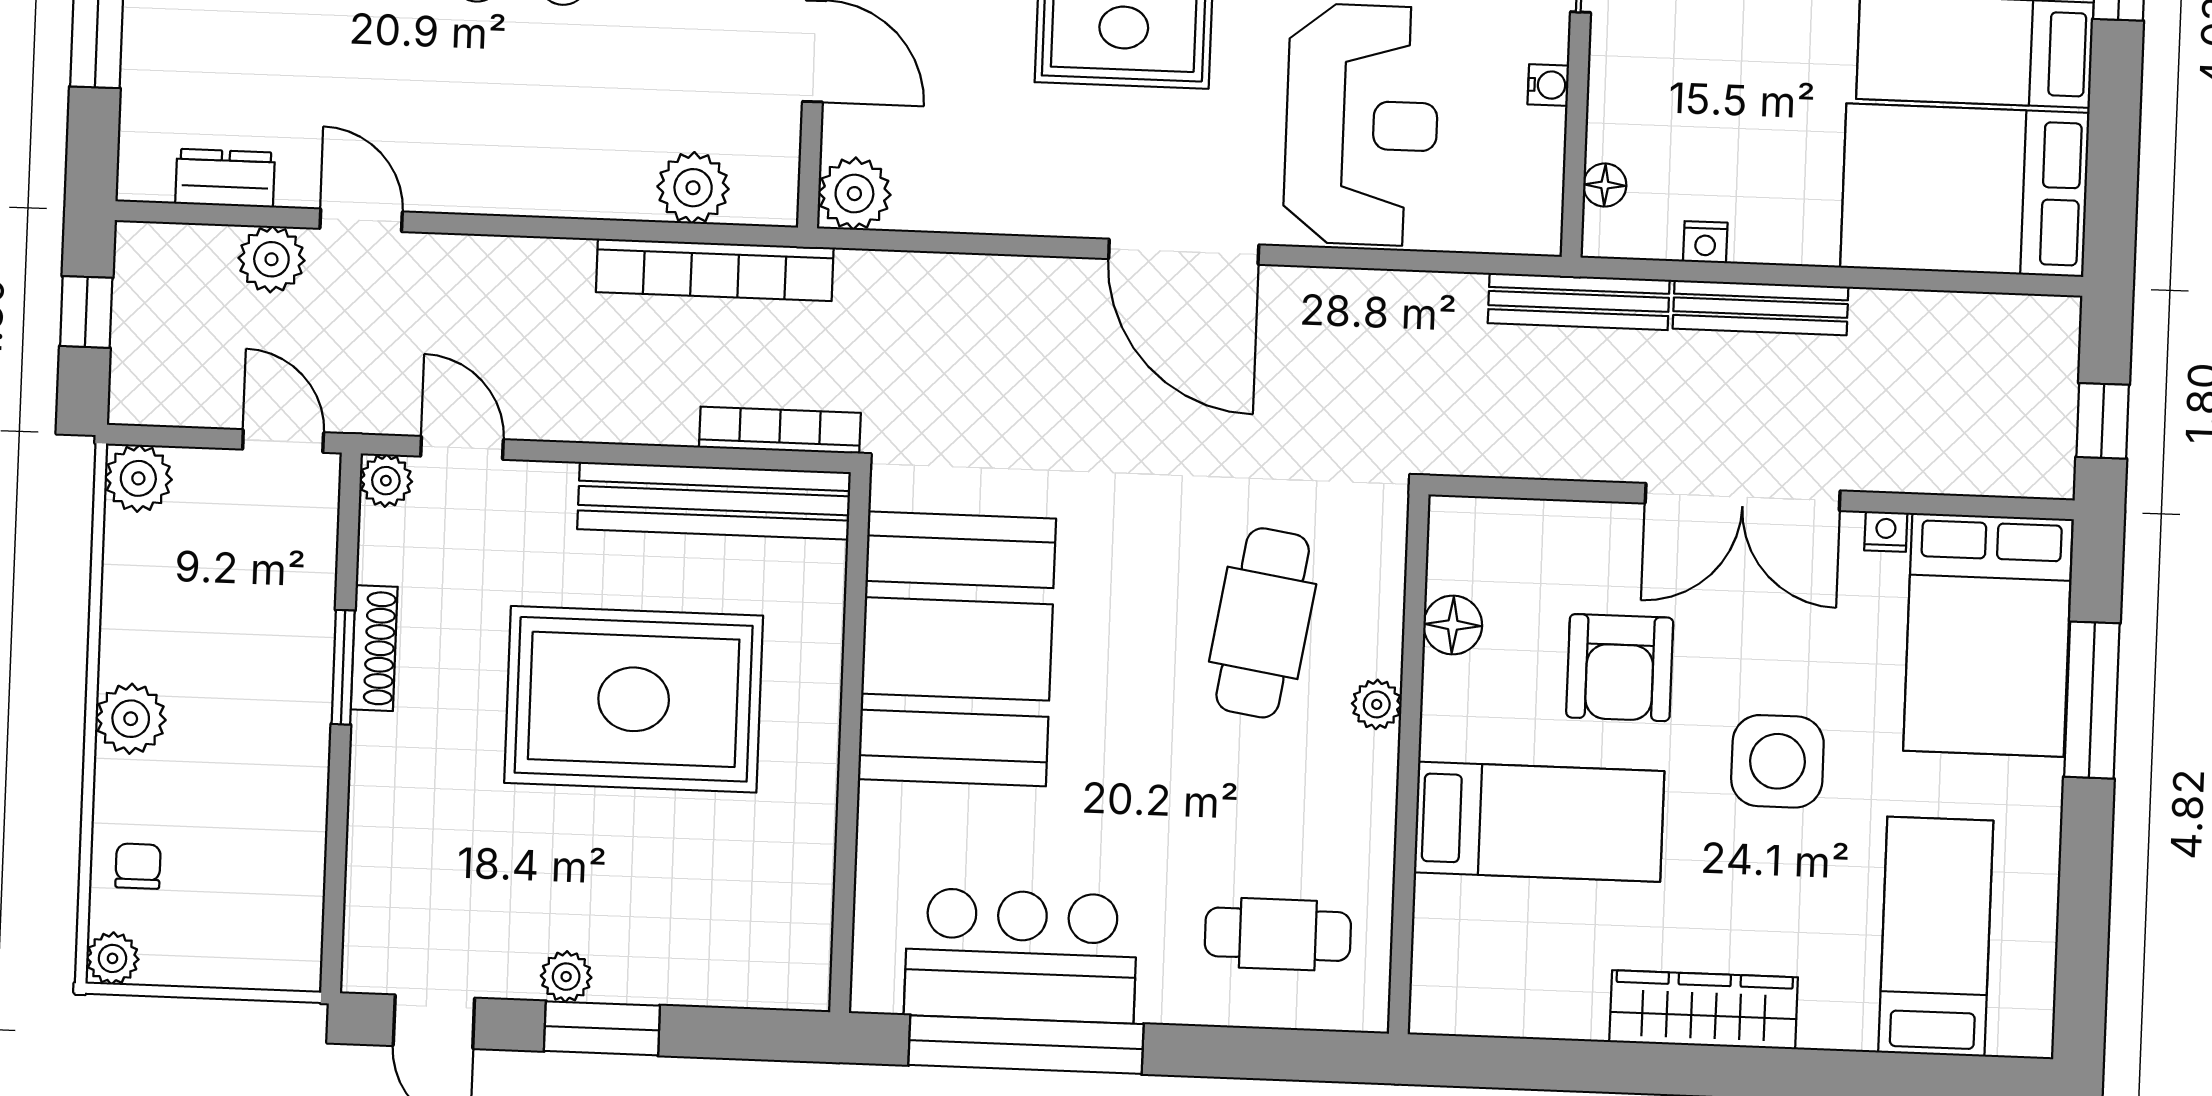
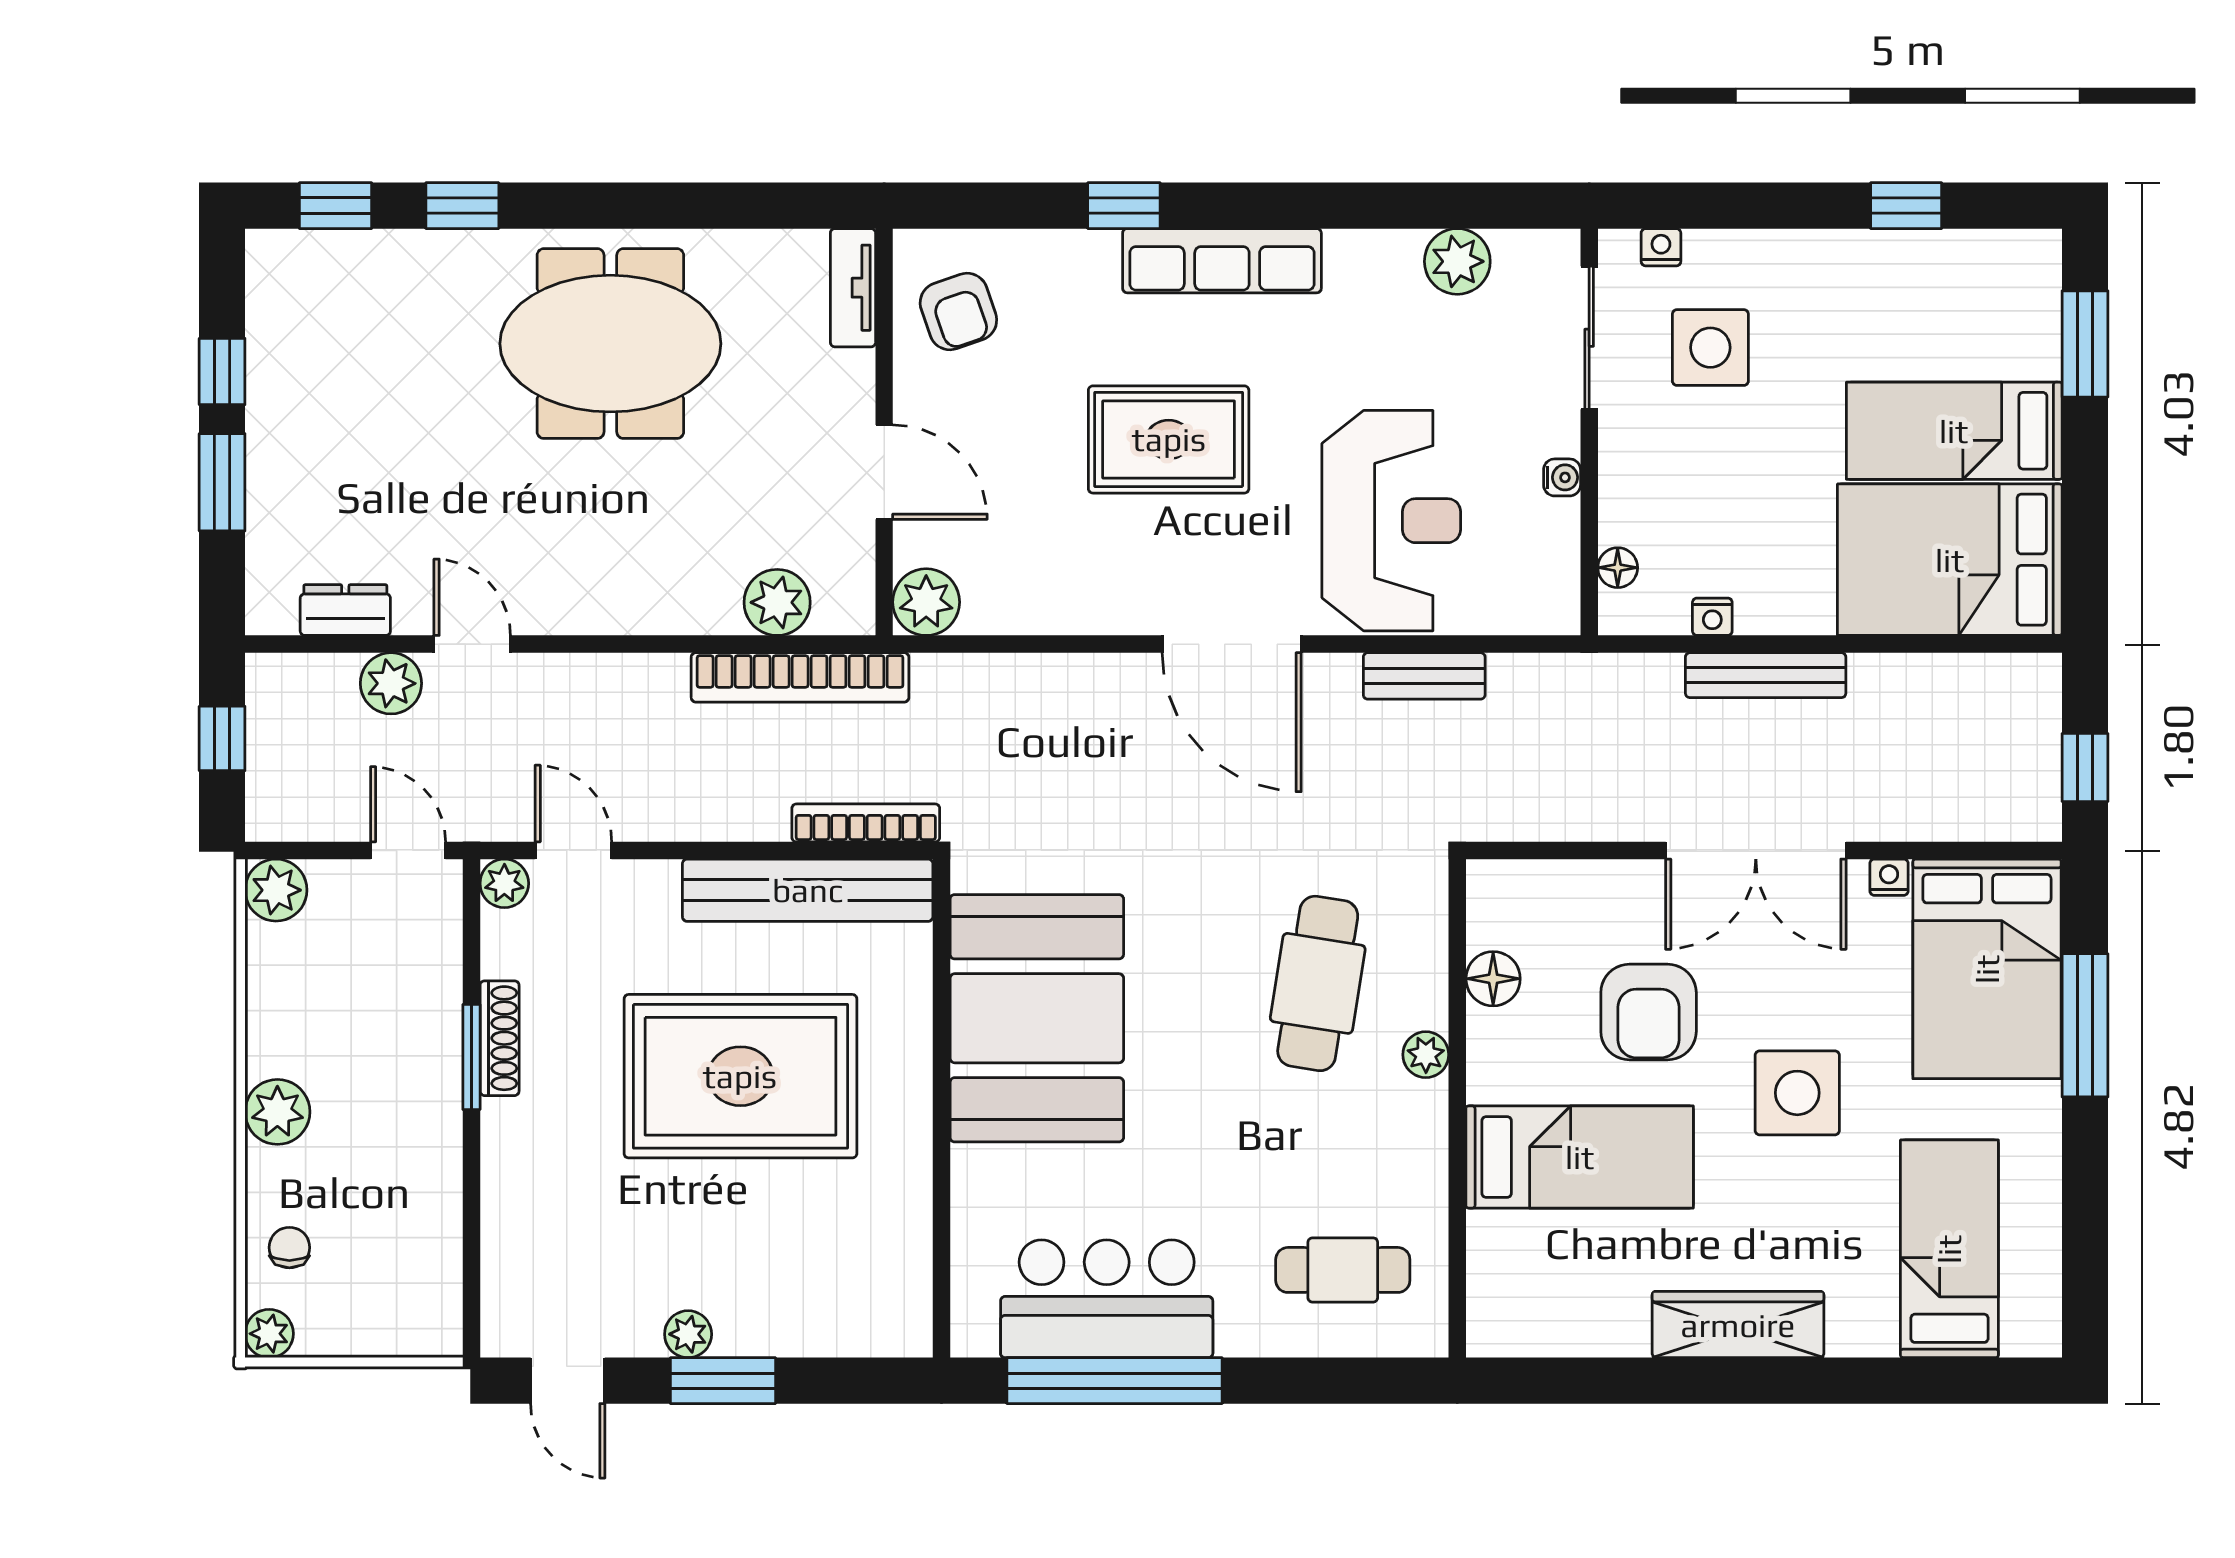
bench: (1579, 301) -> (1424, 676), moved, width x0.73

